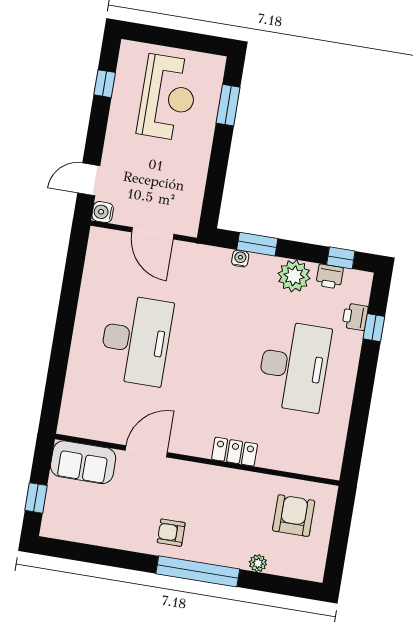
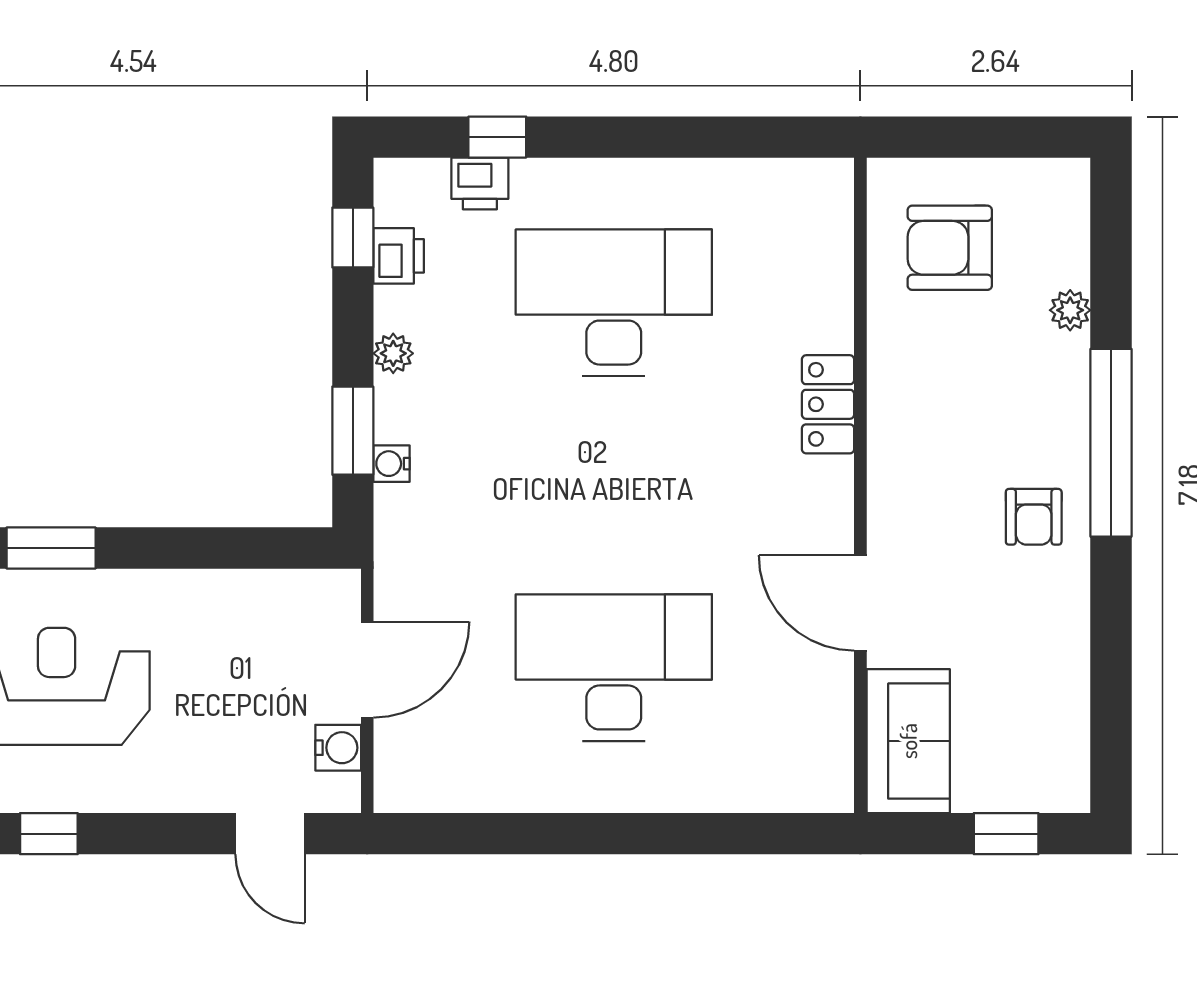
water cooler: (103, 212) -> (338, 748), moved, turned -90
plant: (294, 276) -> (393, 353), width x0.53, depth x0.53

